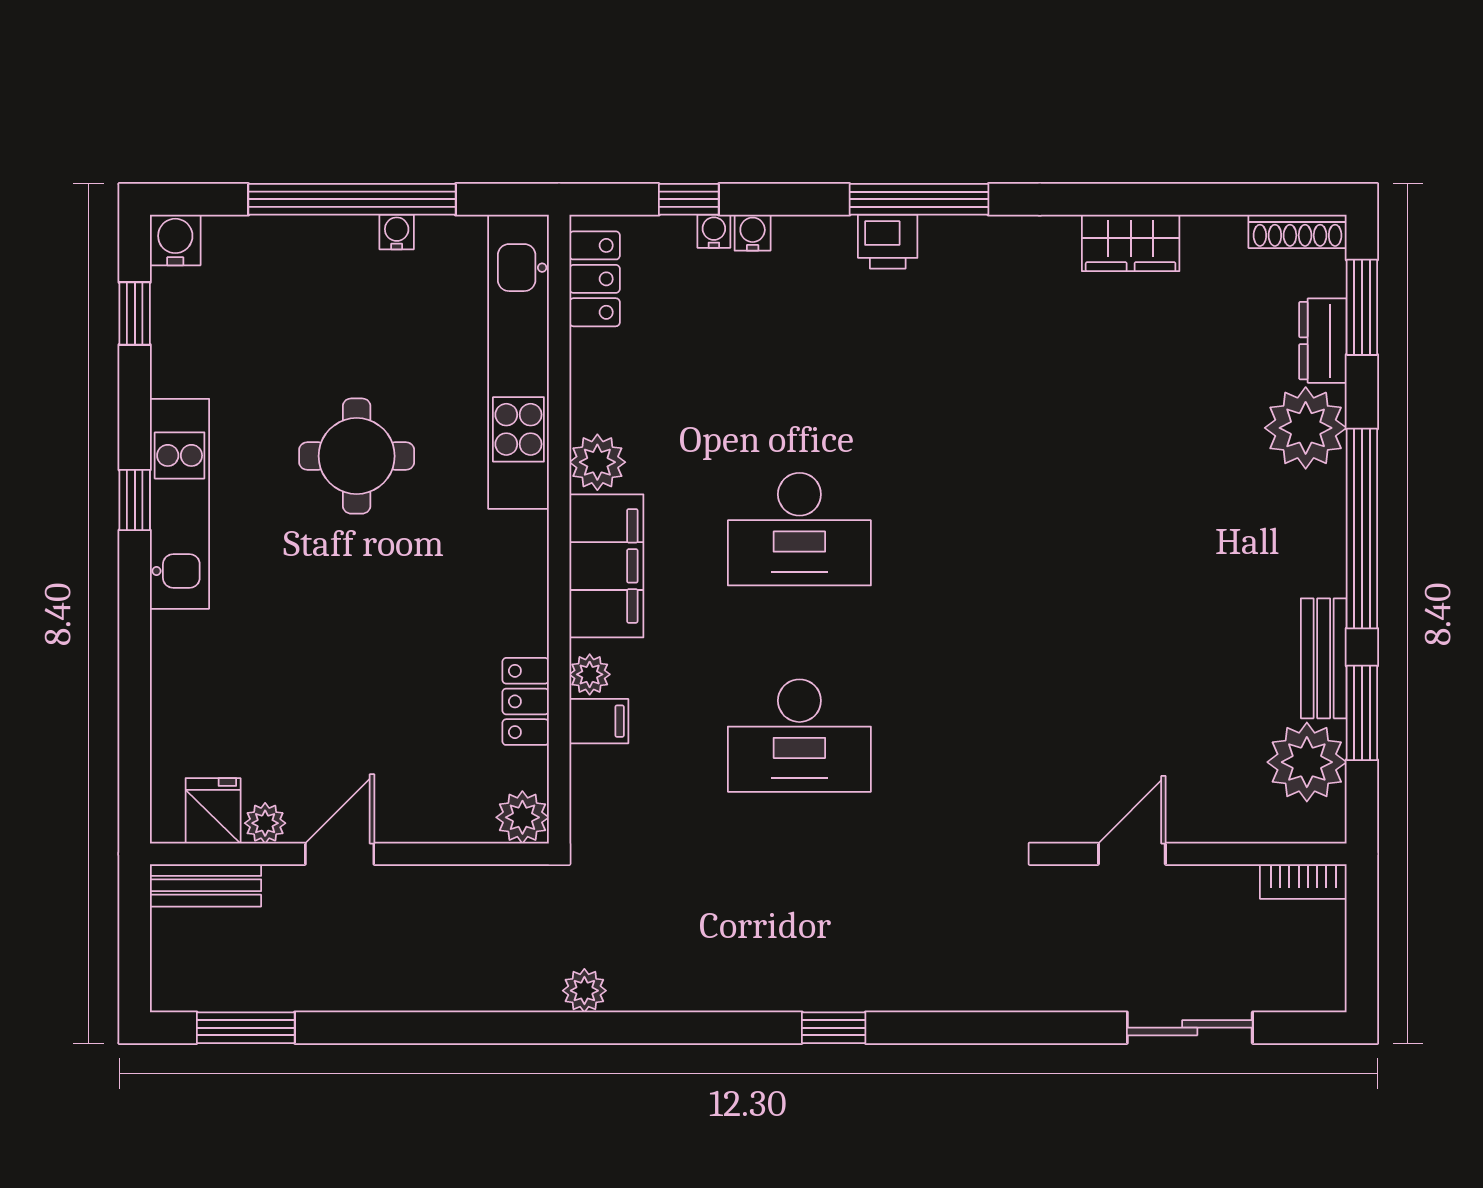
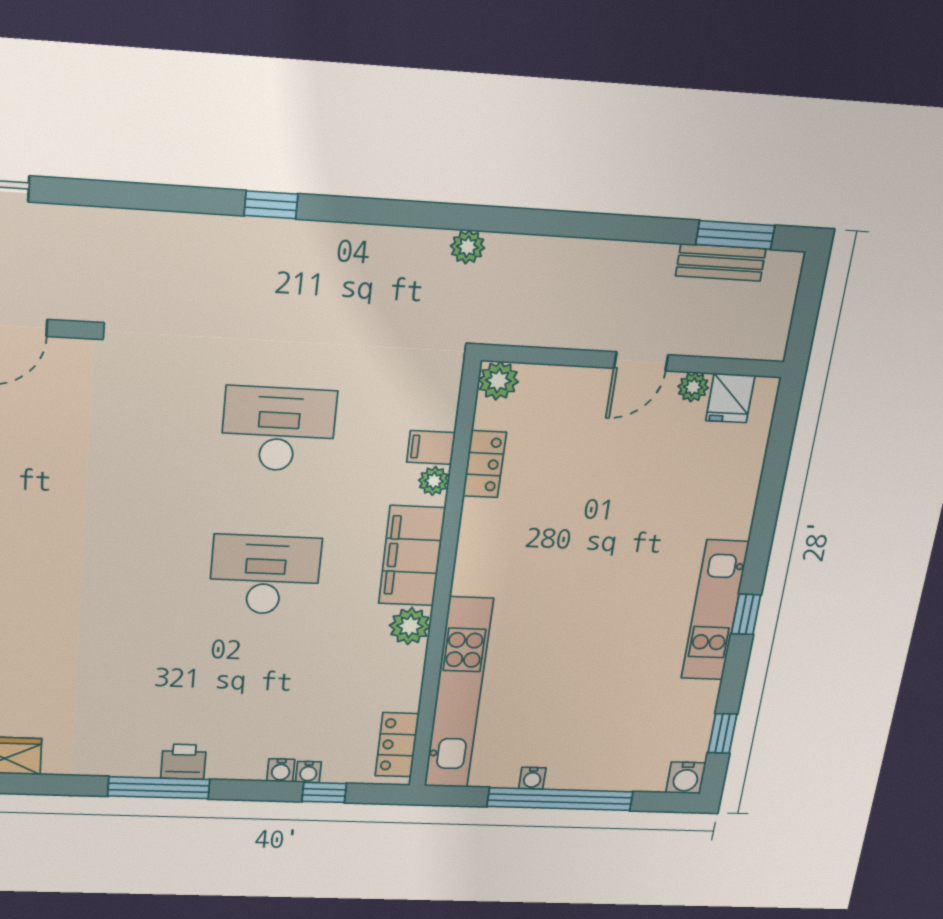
round table: (357, 456) -> (583, 637), removed
bench: (206, 885) -> (721, 262), moved

